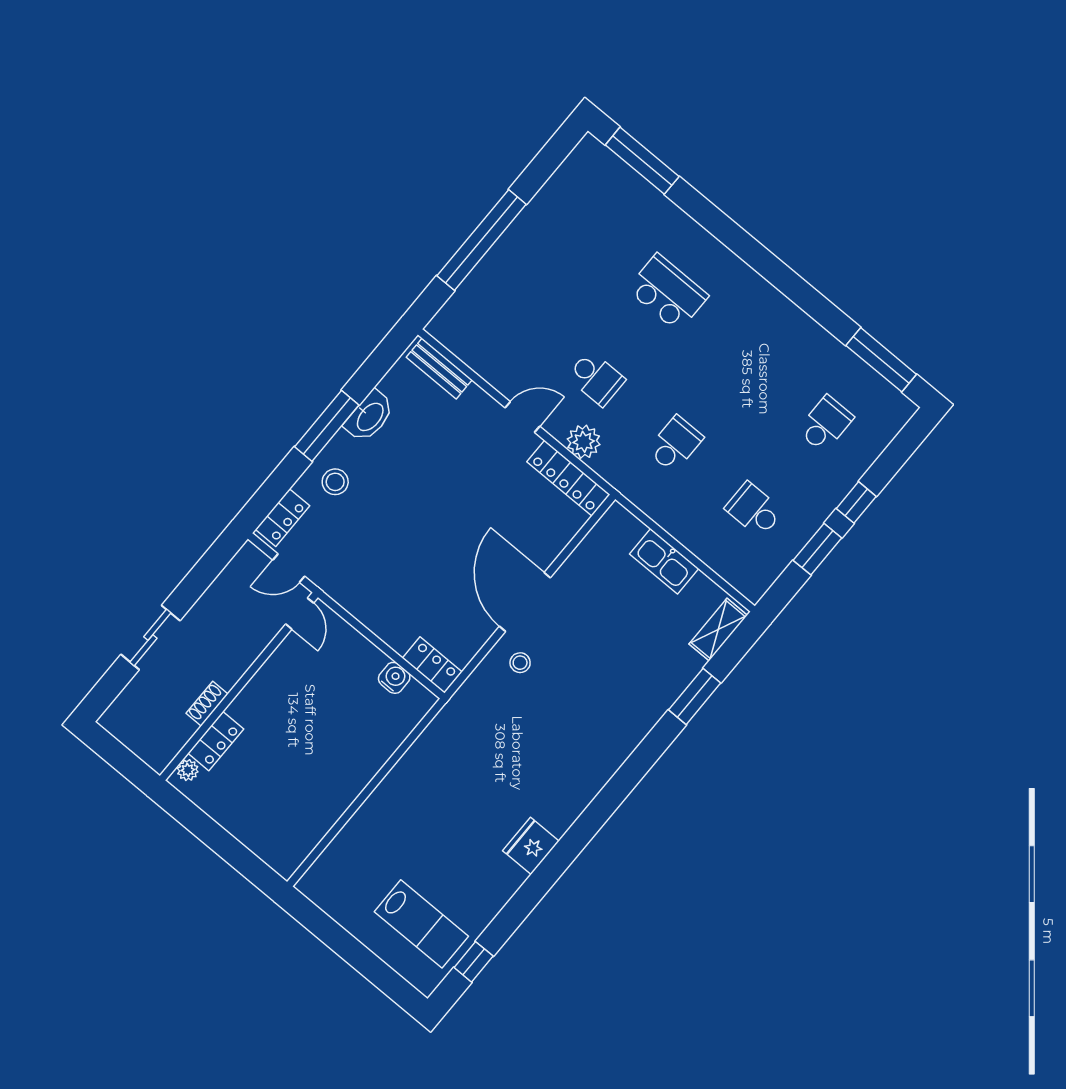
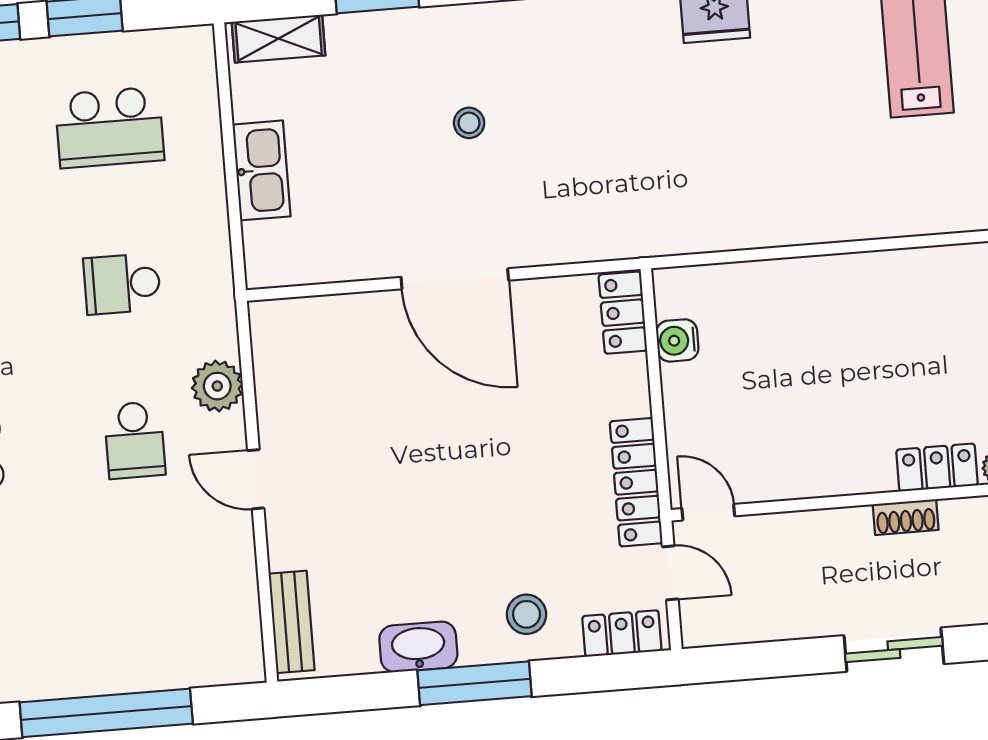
school desk: (596, 378) -> (135, 440), turned 180
locker: (568, 478) -> (636, 482), moved, turned 180
school desk: (754, 510) -> (109, 127), width x1.85
door: (525, 602) -> (455, 279), hinge flipped
door: (300, 614) -> (708, 512), hinge flipped
stool: (520, 663) -> (469, 123), moved

